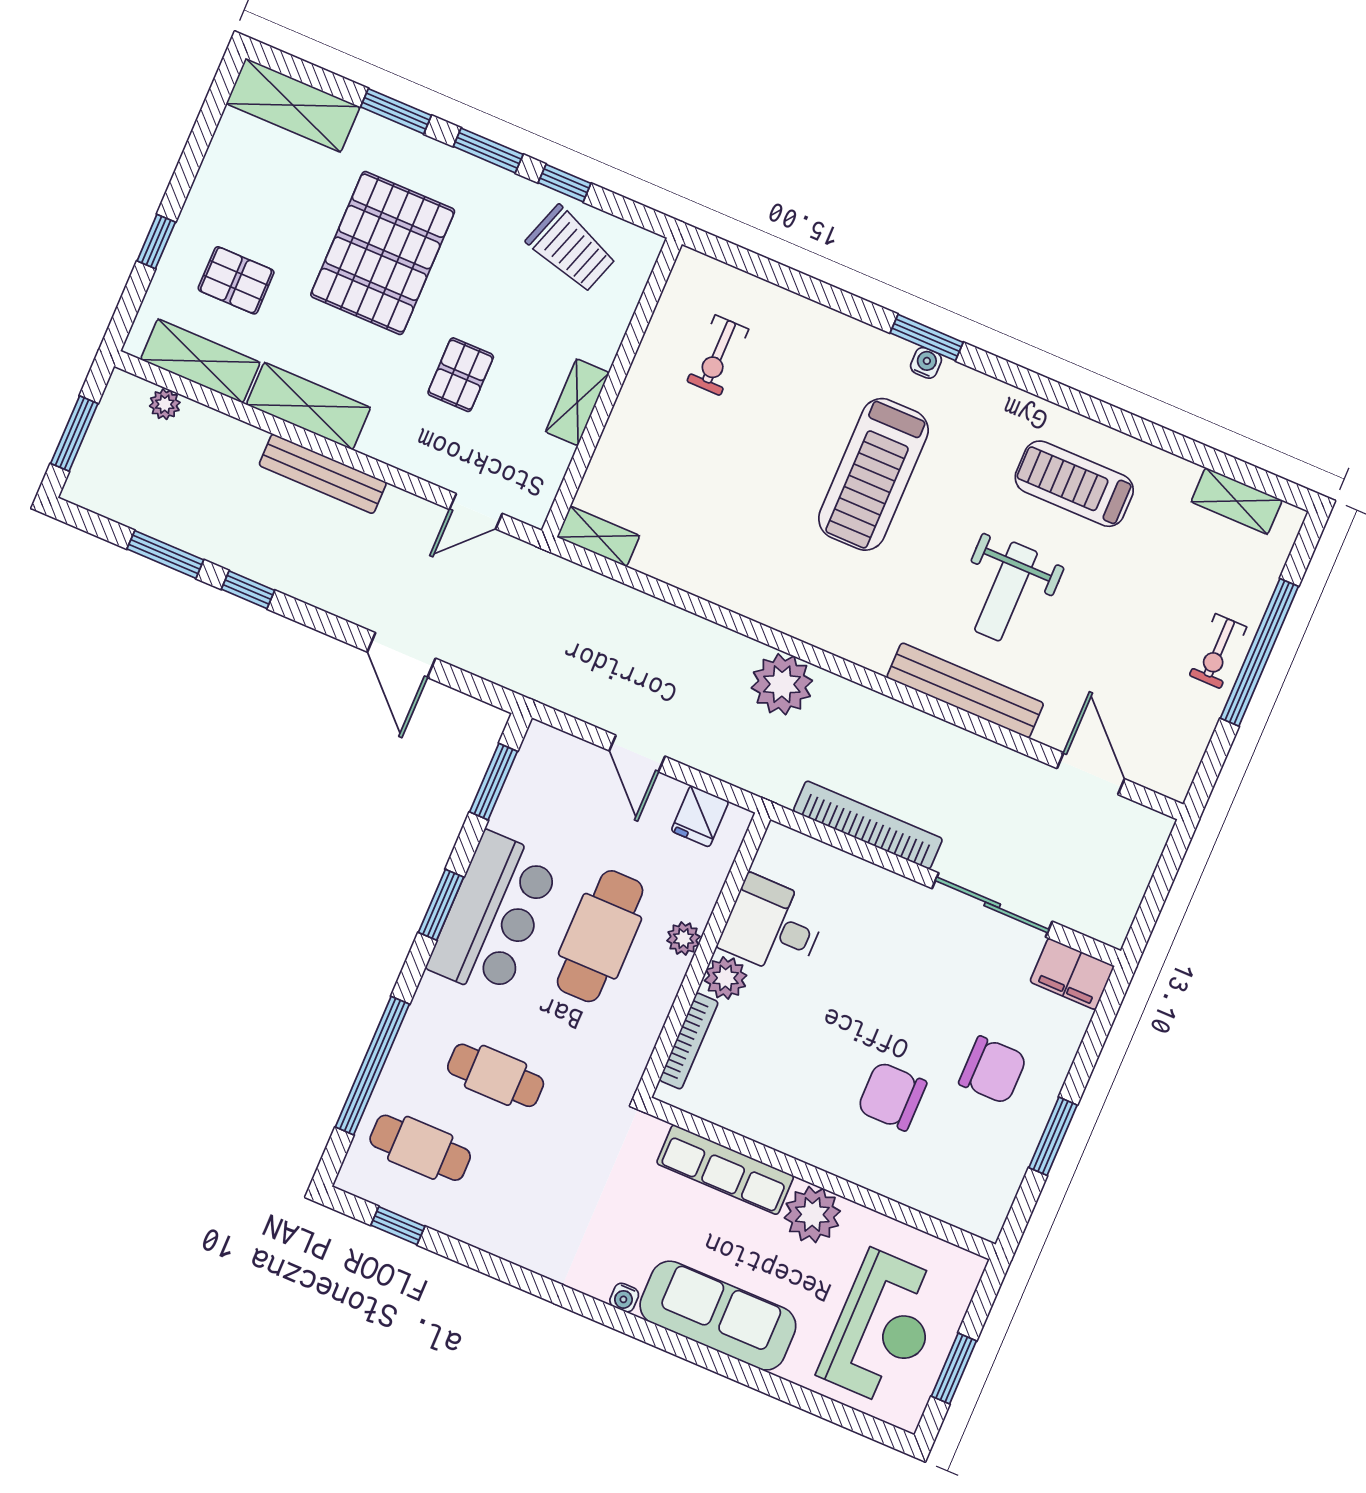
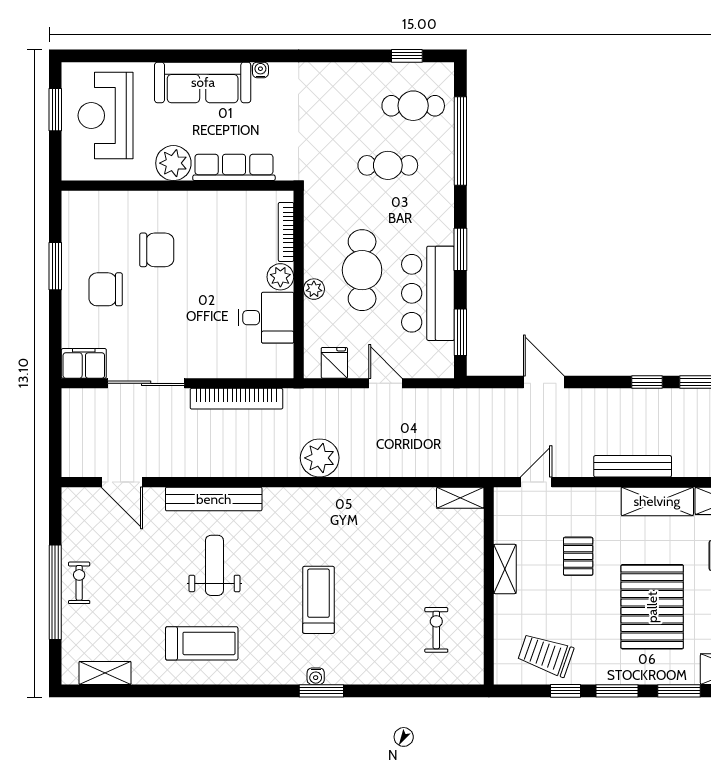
treadmill: (873, 474) -> (319, 600), width x0.73, depth x0.73
bar counter: (494, 915) -> (428, 293), moved

